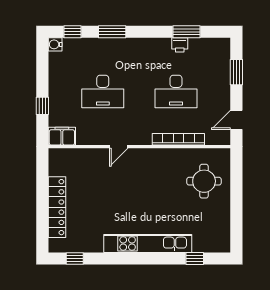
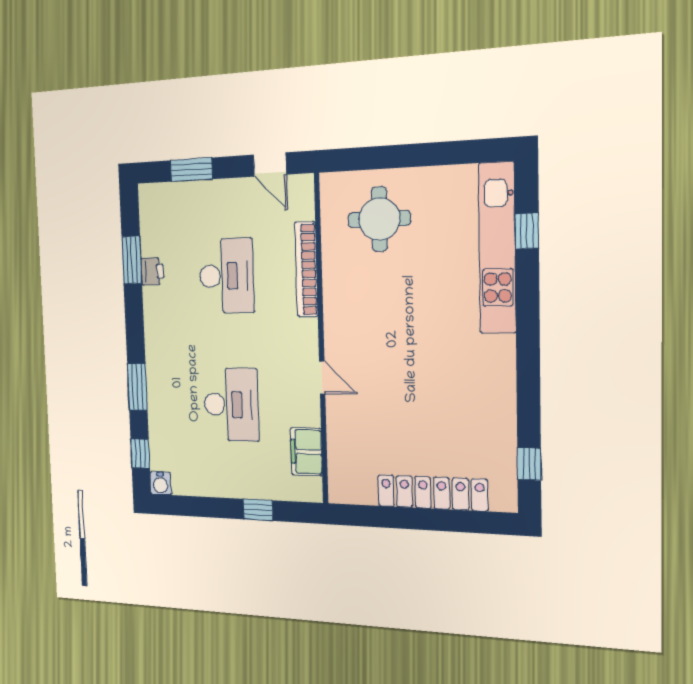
filing cabinet: (62, 136) -> (306, 452), moved
kitchen unit: (148, 243) -> (497, 248), moved

